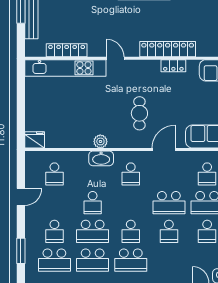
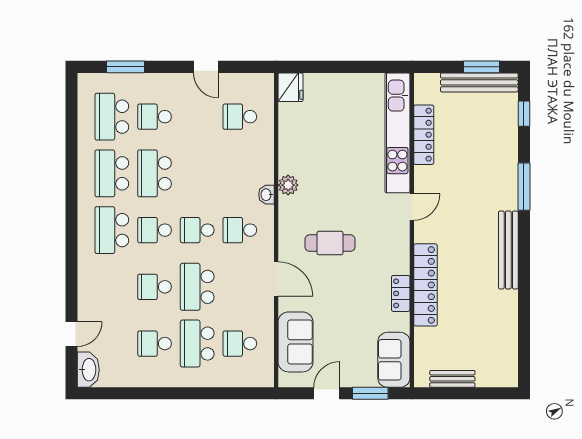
washbasin: (101, 158) -> (266, 195), width x0.52, depth x0.69
school desk: (93, 203) -> (197, 230), moved

